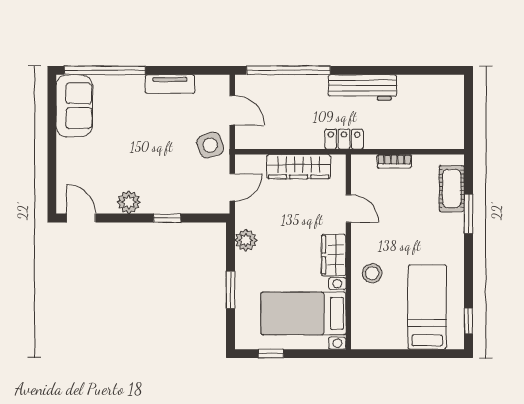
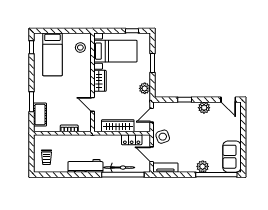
tv unit: (170, 84) -> (165, 168), moved
bicycle: (296, 84) -> (119, 168), added
plant: (132, 86) -> (203, 166), added
trolley: (439, 105) -> (47, 157), added
locker: (344, 139) -> (132, 140), moved
stool: (372, 273) -> (80, 48), moved

